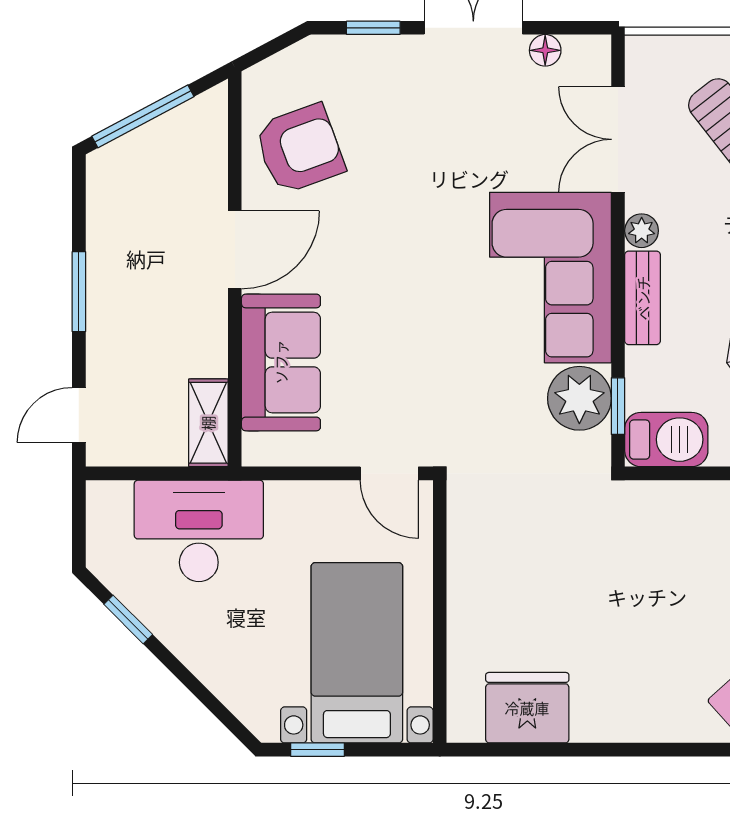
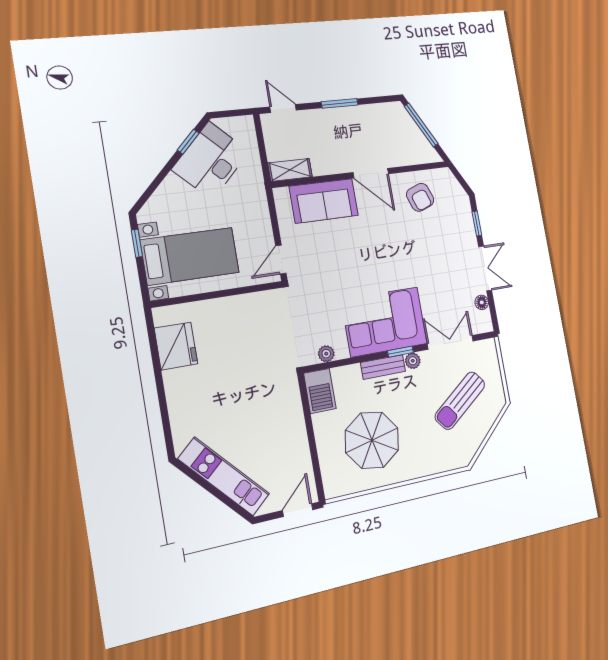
armchair: (300, 149) -> (420, 197), width x0.72, depth x0.72
plant: (579, 398) -> (326, 354), width x0.53, depth x0.53
window: (618, 406) -> (400, 352), moved
desk: (199, 531) -> (211, 161), moved, turned -135

